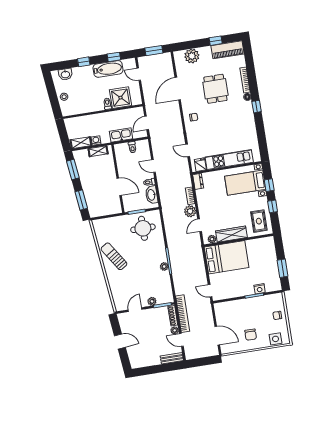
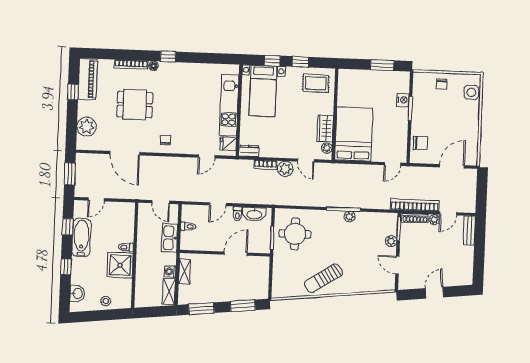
shower: (121, 98) -> (120, 265), moved
wardrobe: (231, 234) -> (325, 128), width x0.67
chair: (251, 335) -> (420, 143), moved

